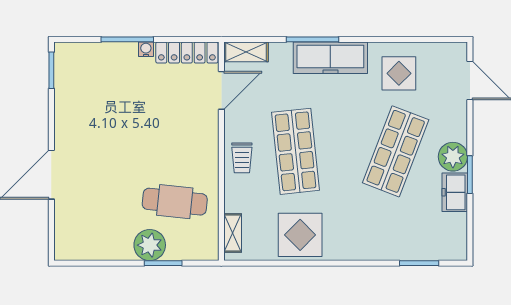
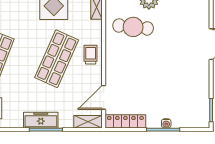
water cooler: (146, 49) -> (166, 123), moved
freezer: (330, 58) -> (41, 120), width x0.73, depth x0.79
shop shelf: (295, 151) -> (57, 59), turned 30

